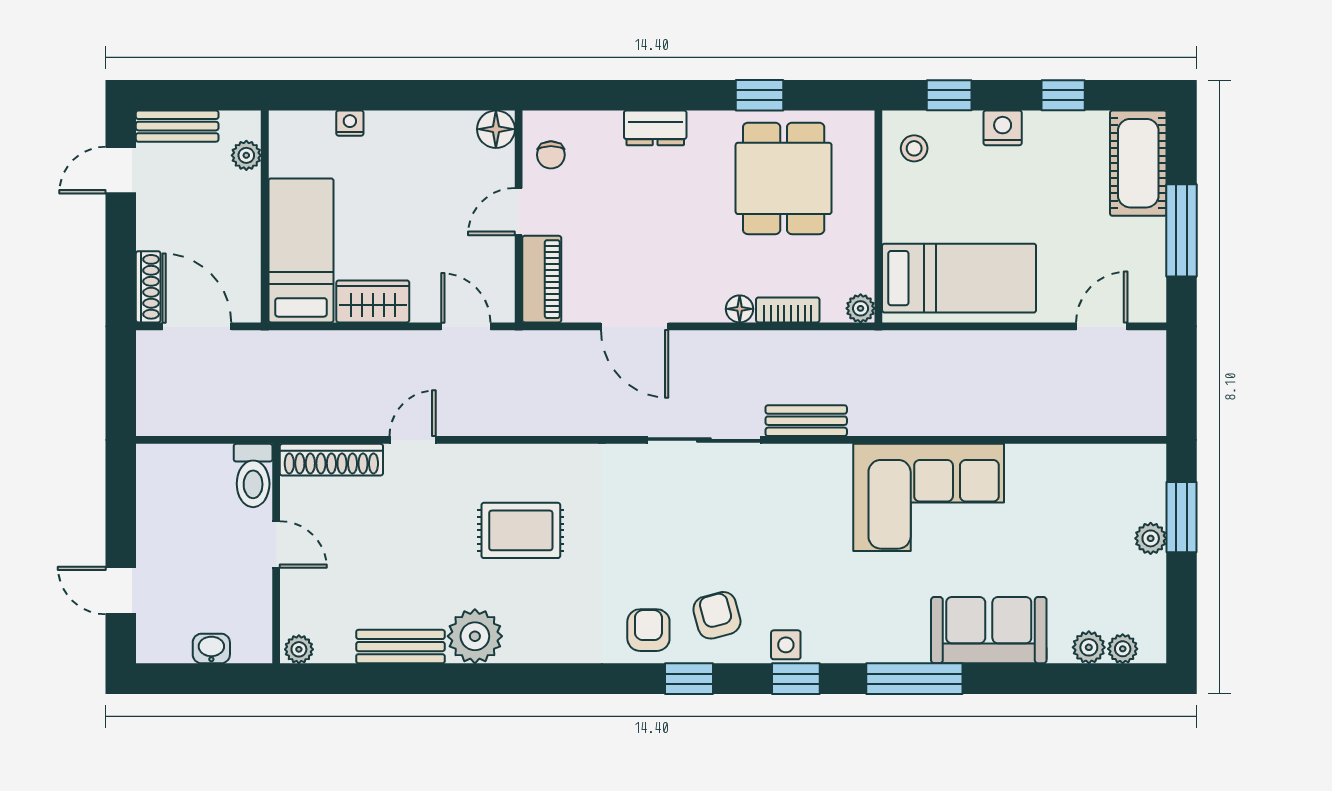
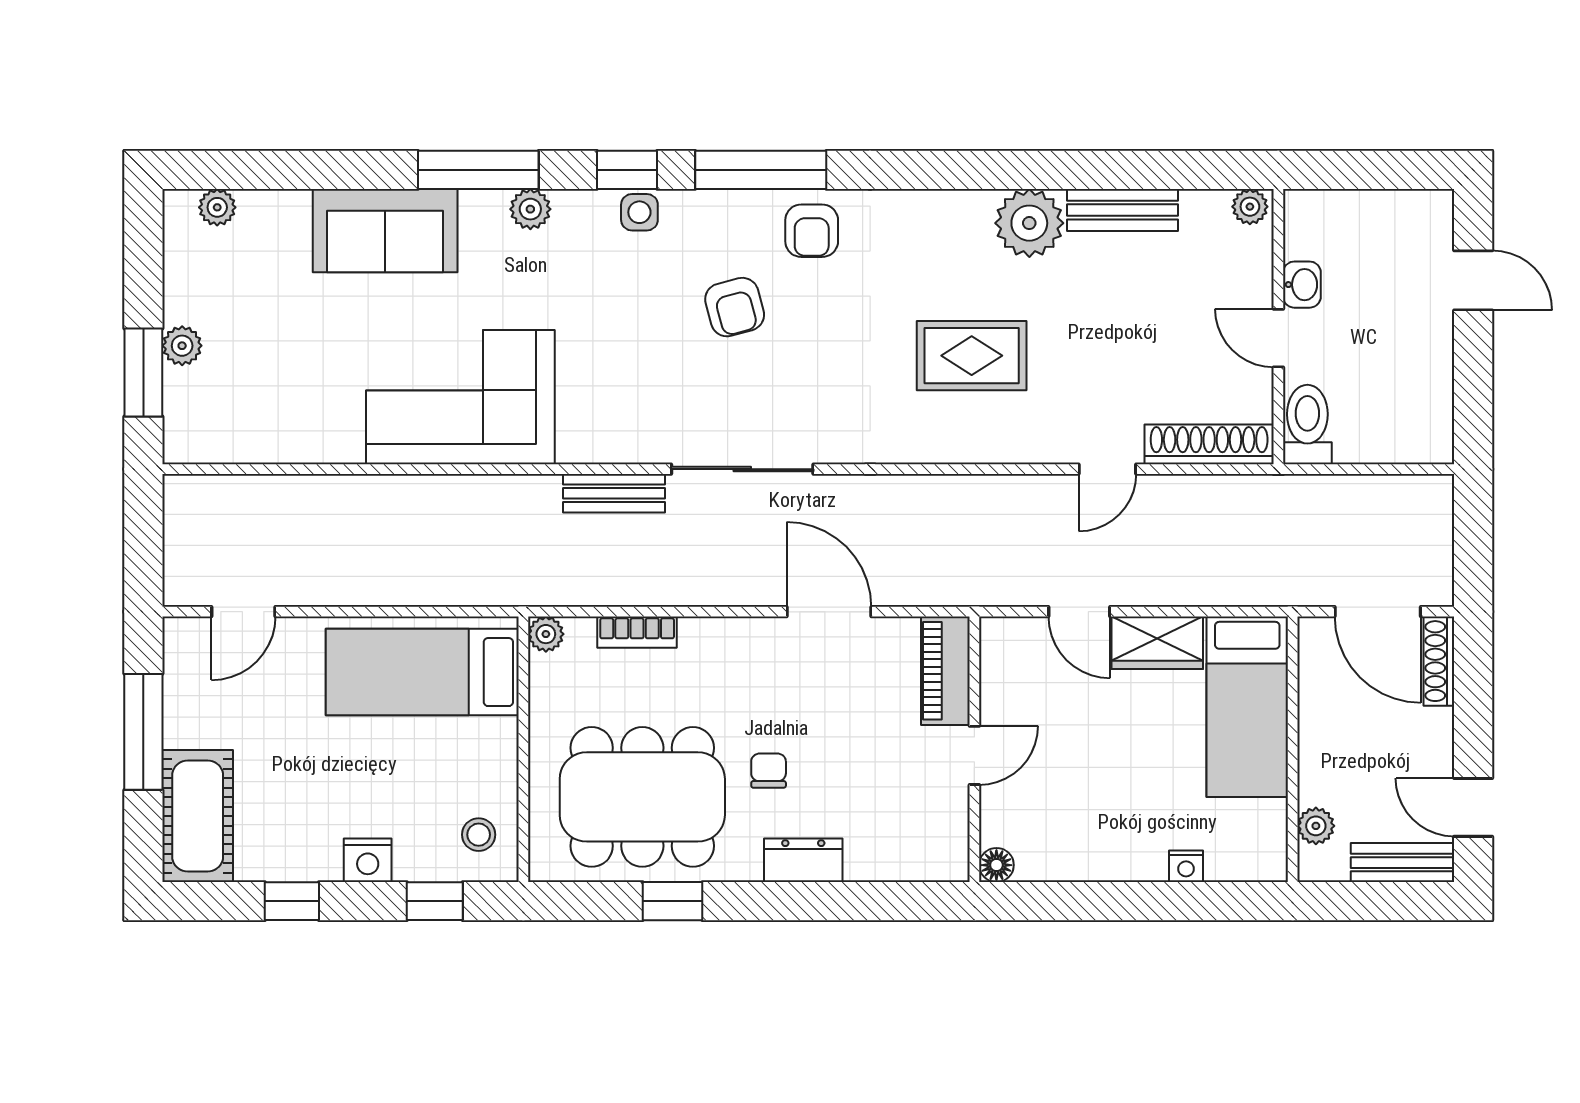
floor lamp: (496, 129) -> (996, 865), width x0.73, depth x0.73
chair: (551, 155) -> (769, 771), moved
door: (121, 170) -> (1473, 807), swing flipped
dining table: (784, 178) -> (642, 797), width x1.38
floor lamp: (740, 309) -> (697, 633), removed
door: (466, 326) -> (1079, 612), moved
armchair: (717, 615) -> (735, 307), moved
plant: (1089, 647) -> (530, 209), moved
washbasin: (211, 648) -> (1302, 285), moved, turned -90
window: (689, 679) -> (761, 170), width x2.17

